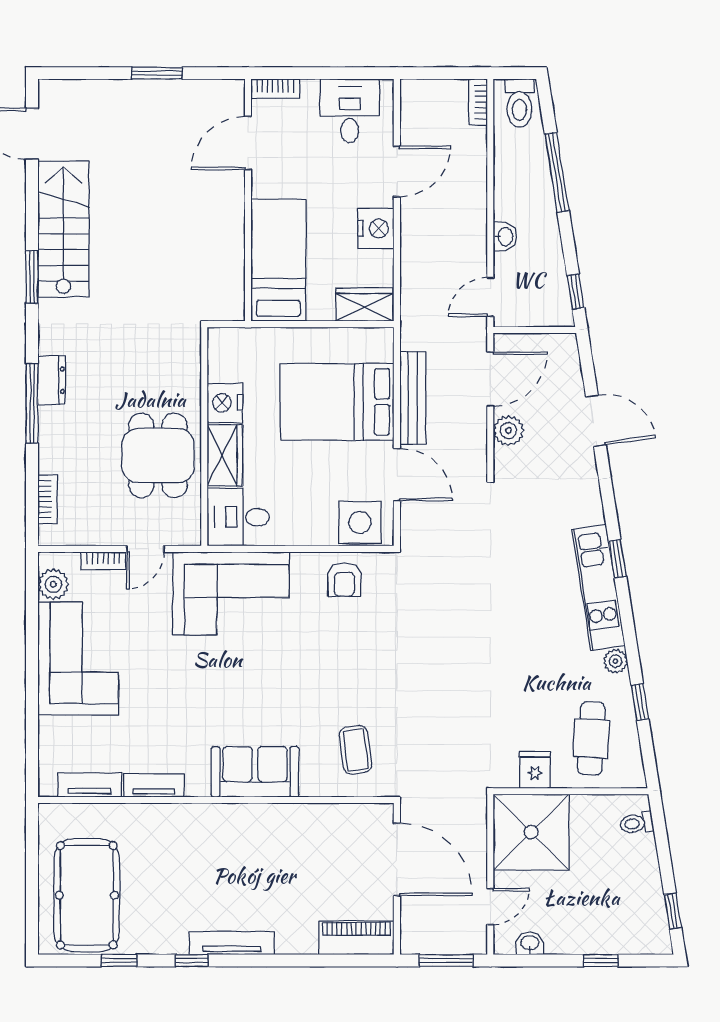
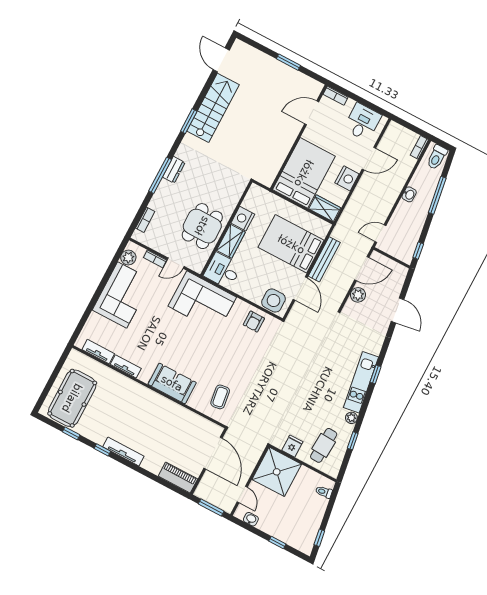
washbasin: (505, 237) -> (409, 194), moved
bed: (278, 260) -> (304, 173), width x1.50
door: (490, 907) -> (242, 494), hinge flipped

